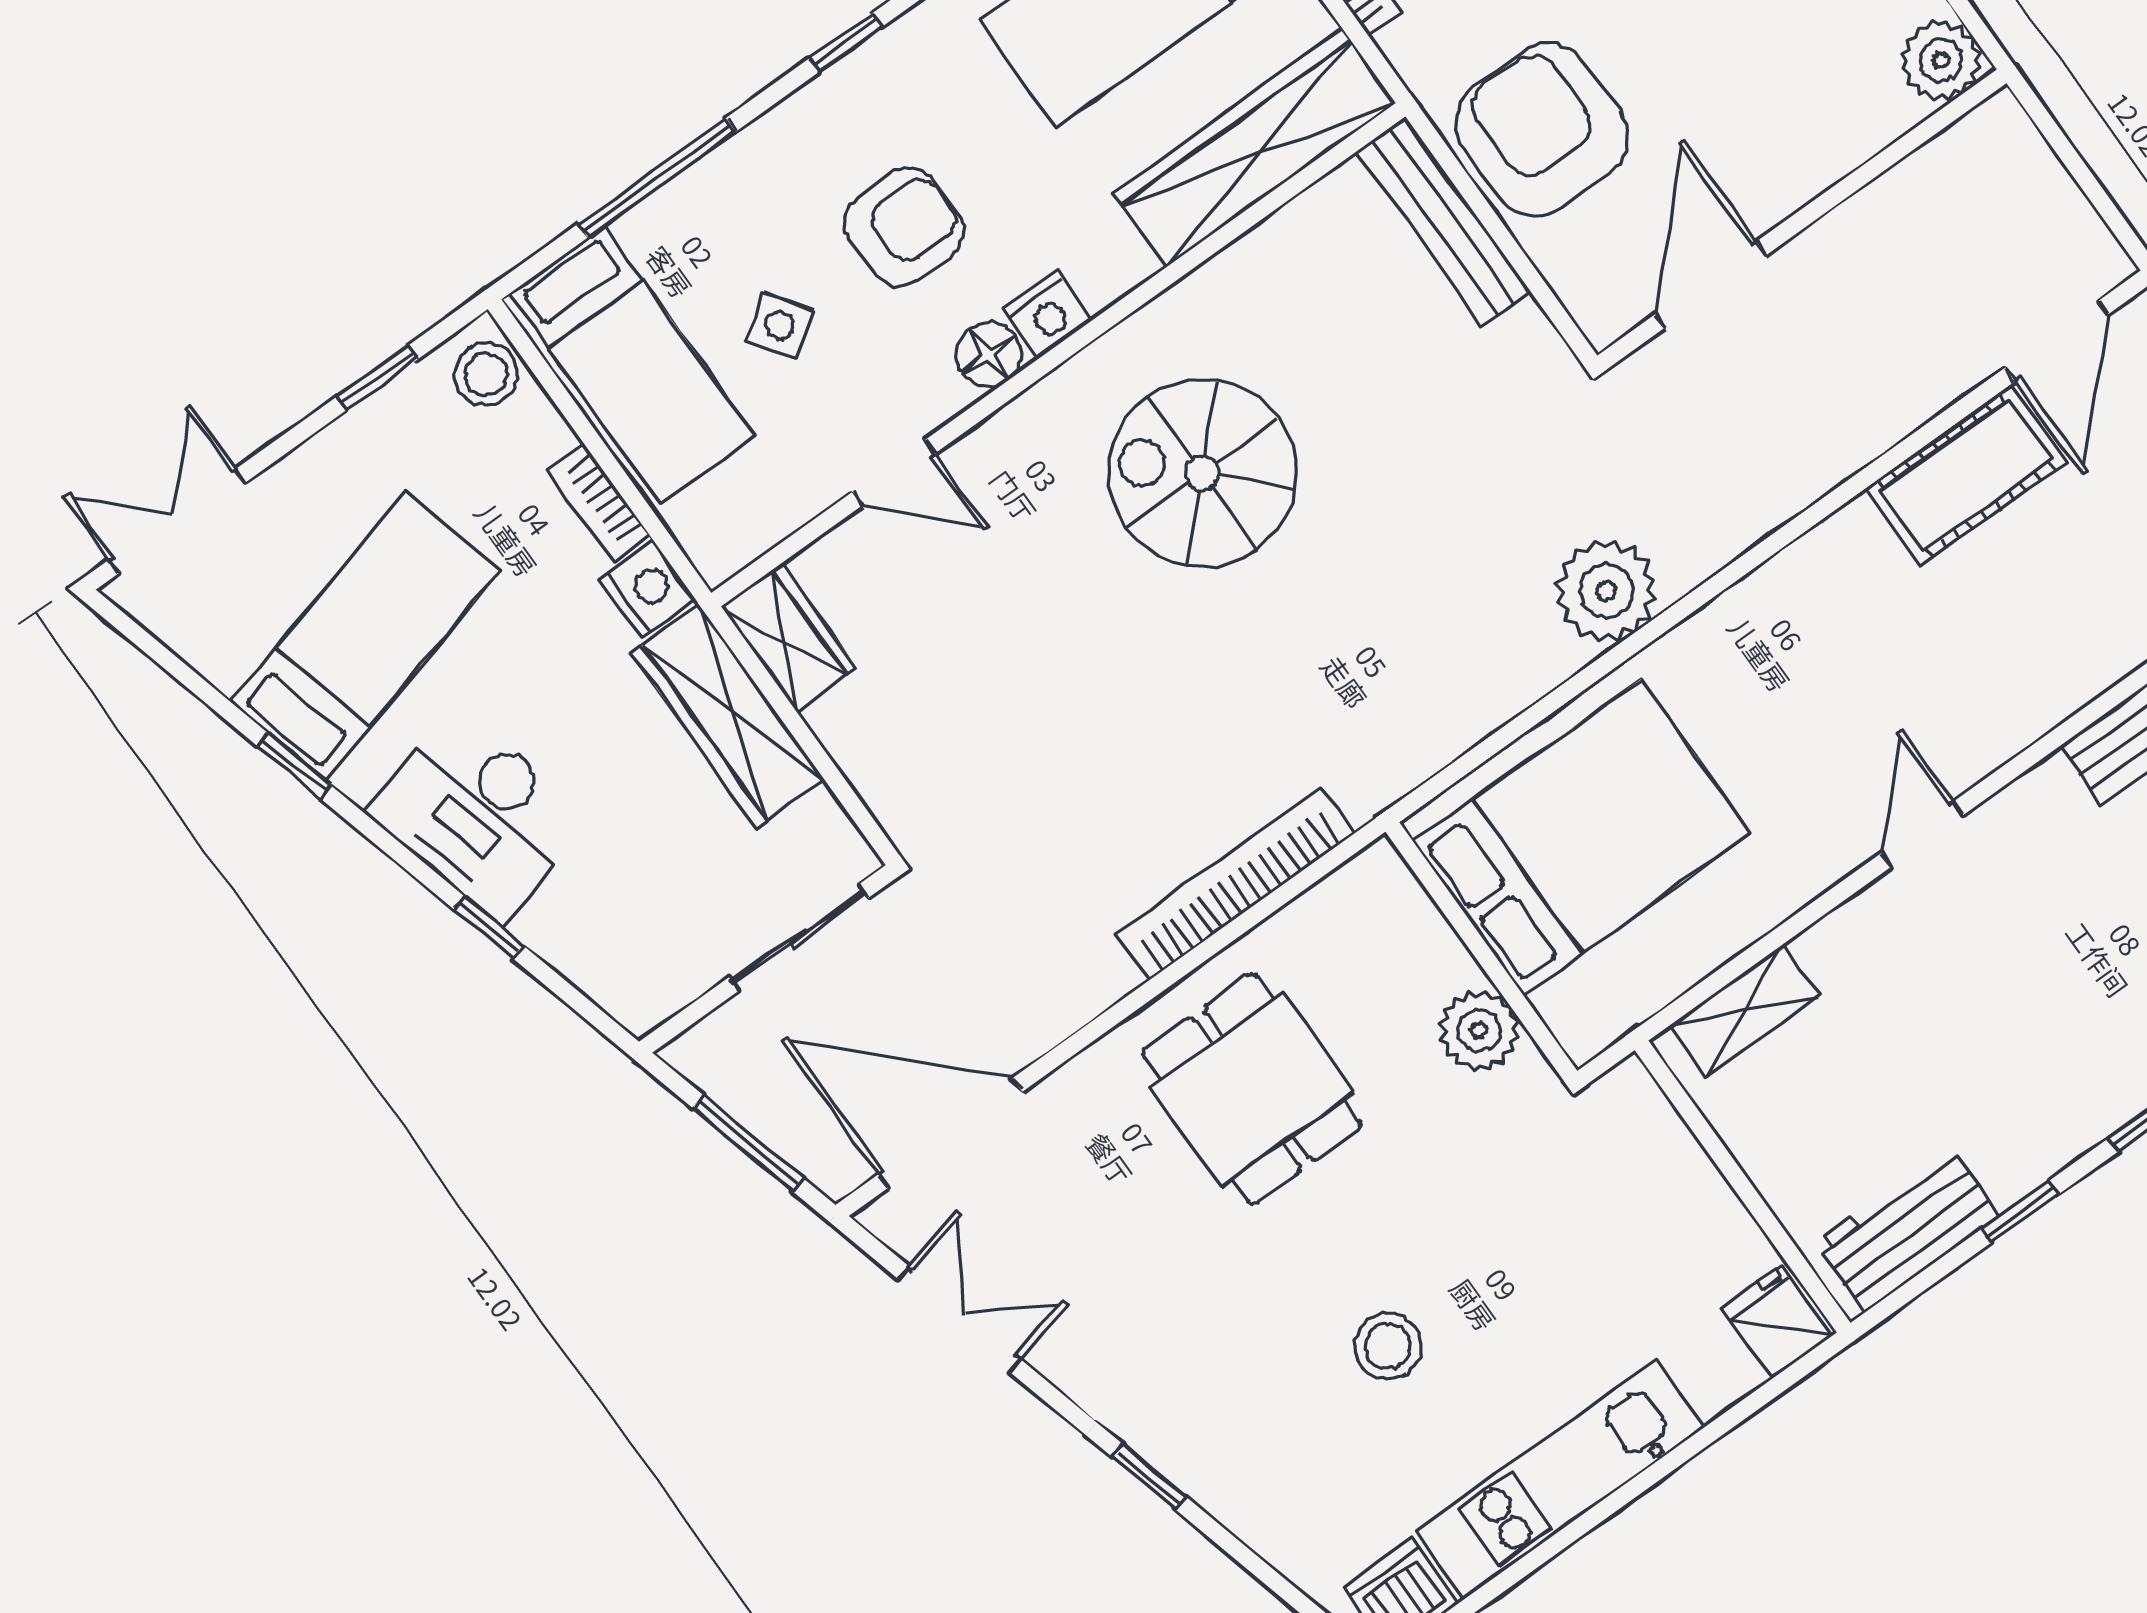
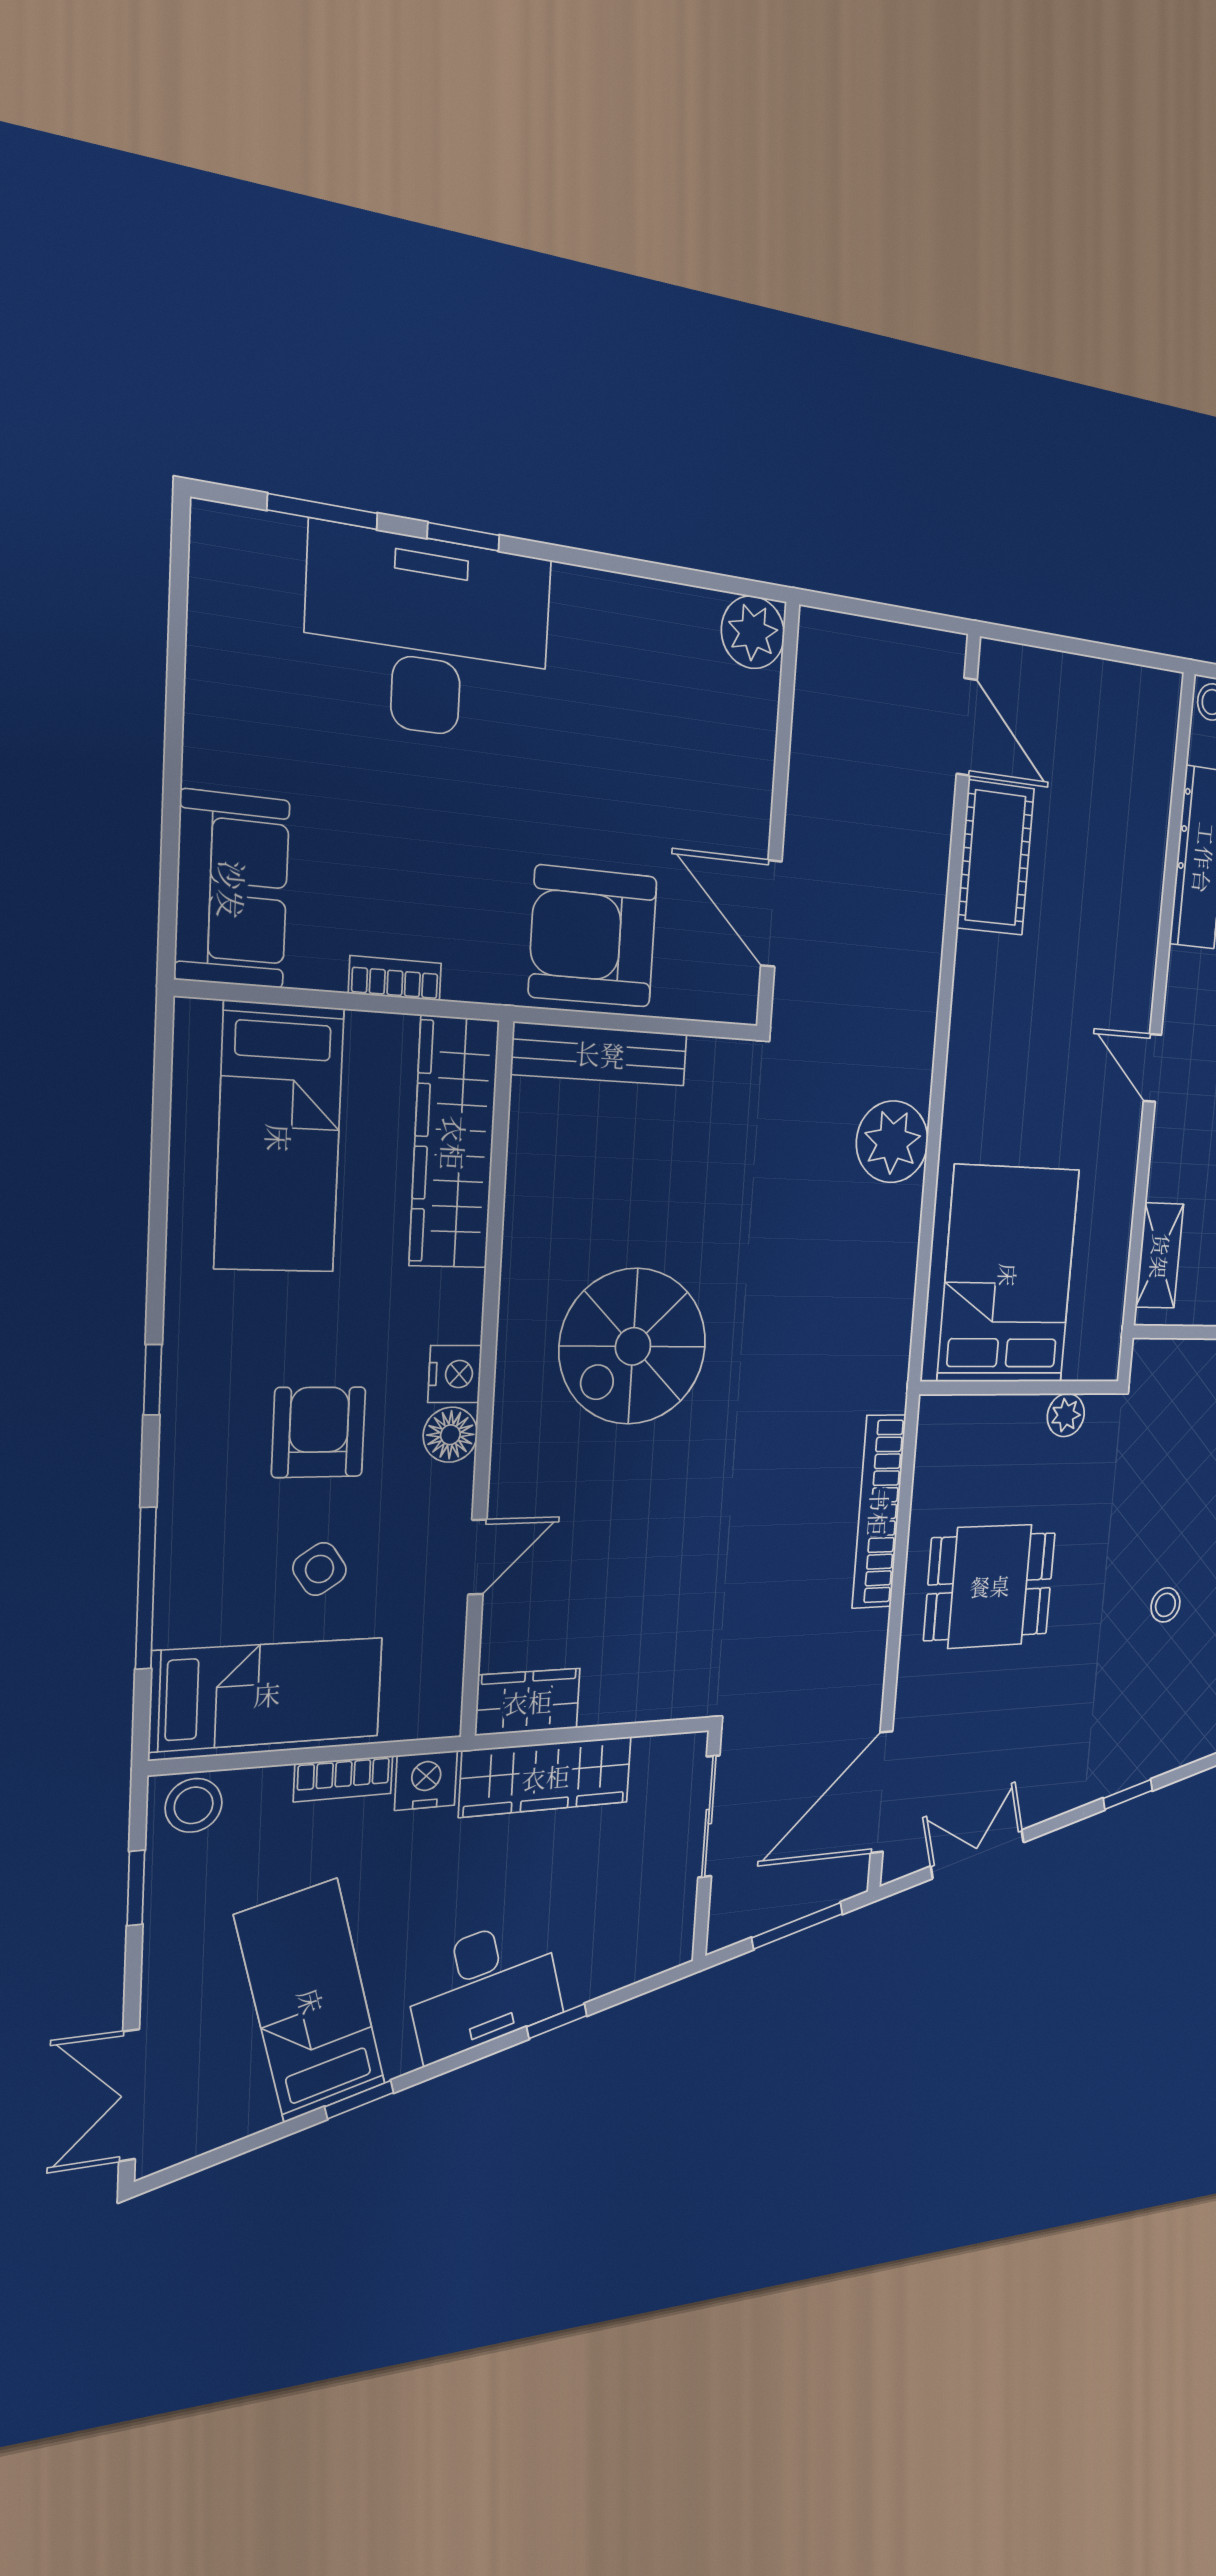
plant: (1479, 1031) -> (1066, 1415), width x0.73, depth x0.73
stool: (1388, 1346) -> (1165, 1605), width x0.73, depth x0.73

